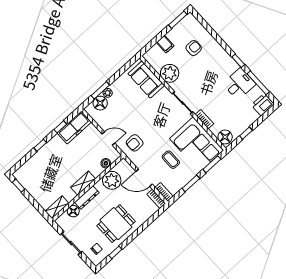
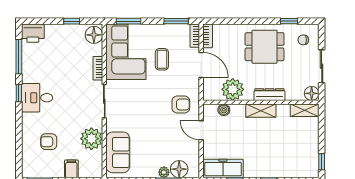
desk: (239, 84) -> (37, 98), moved
window: (191, 183) -> (176, 21), moved
floor lamp: (73, 211) -> (312, 93), moved

